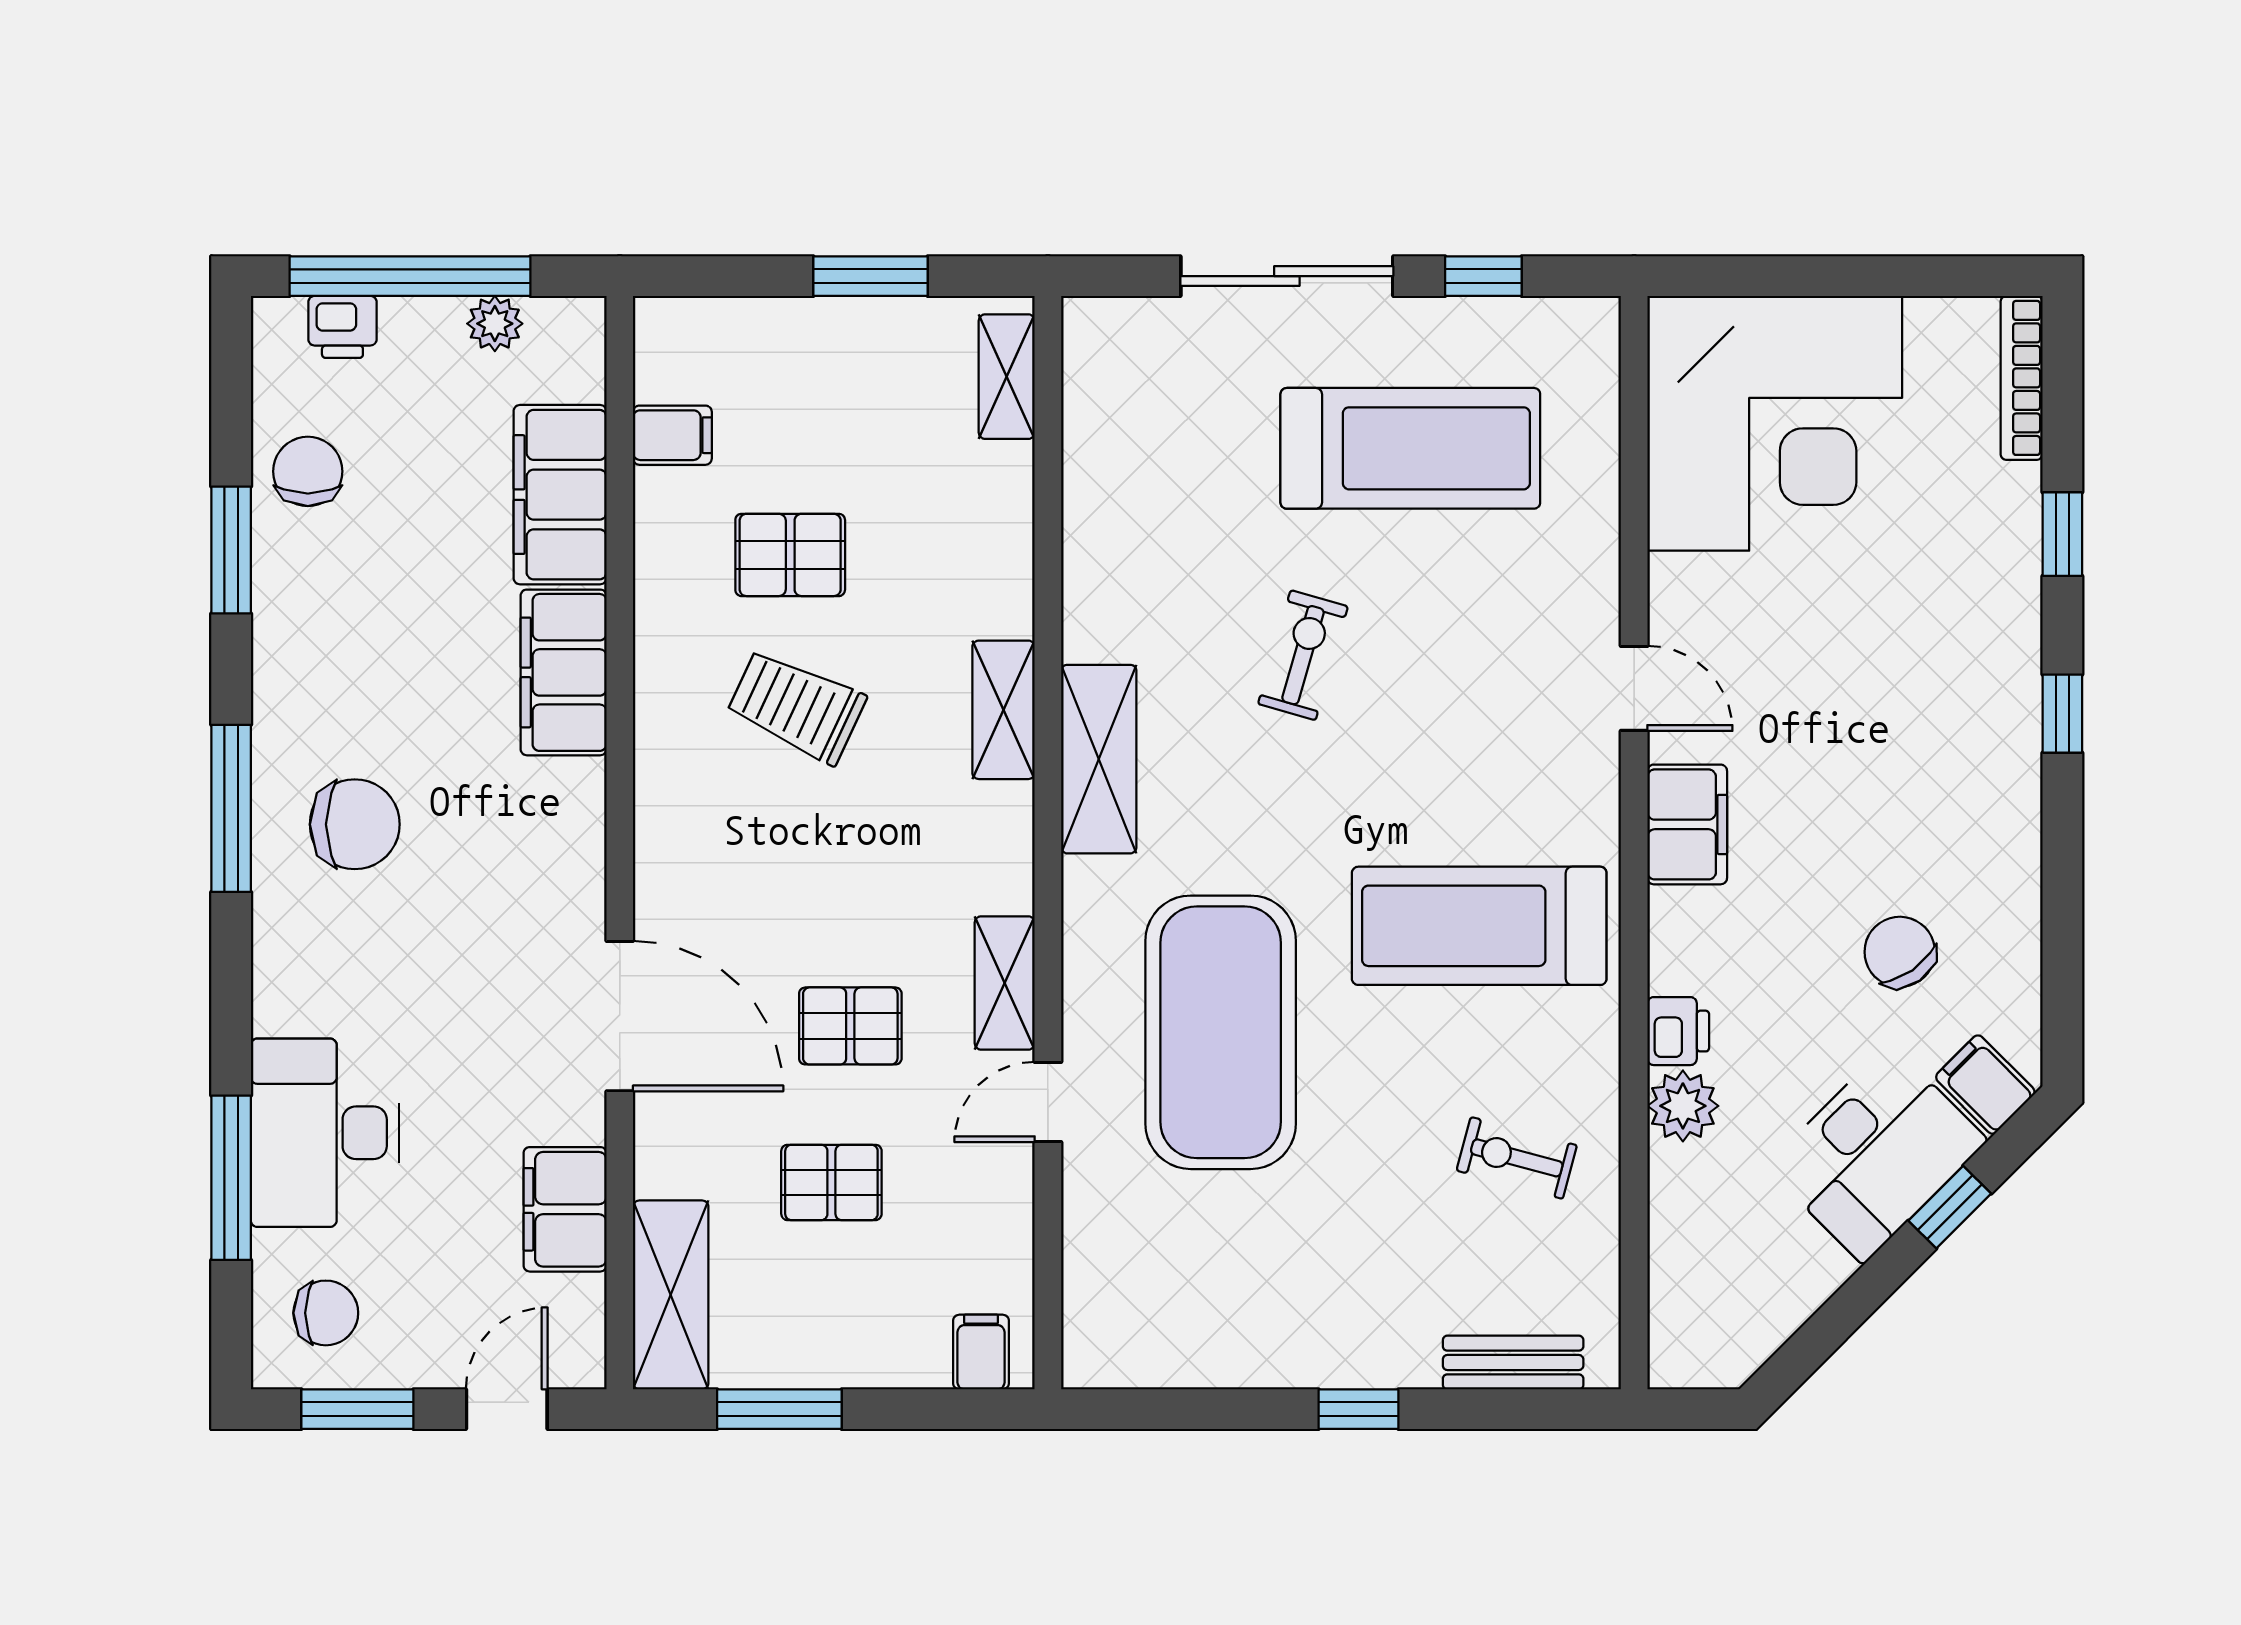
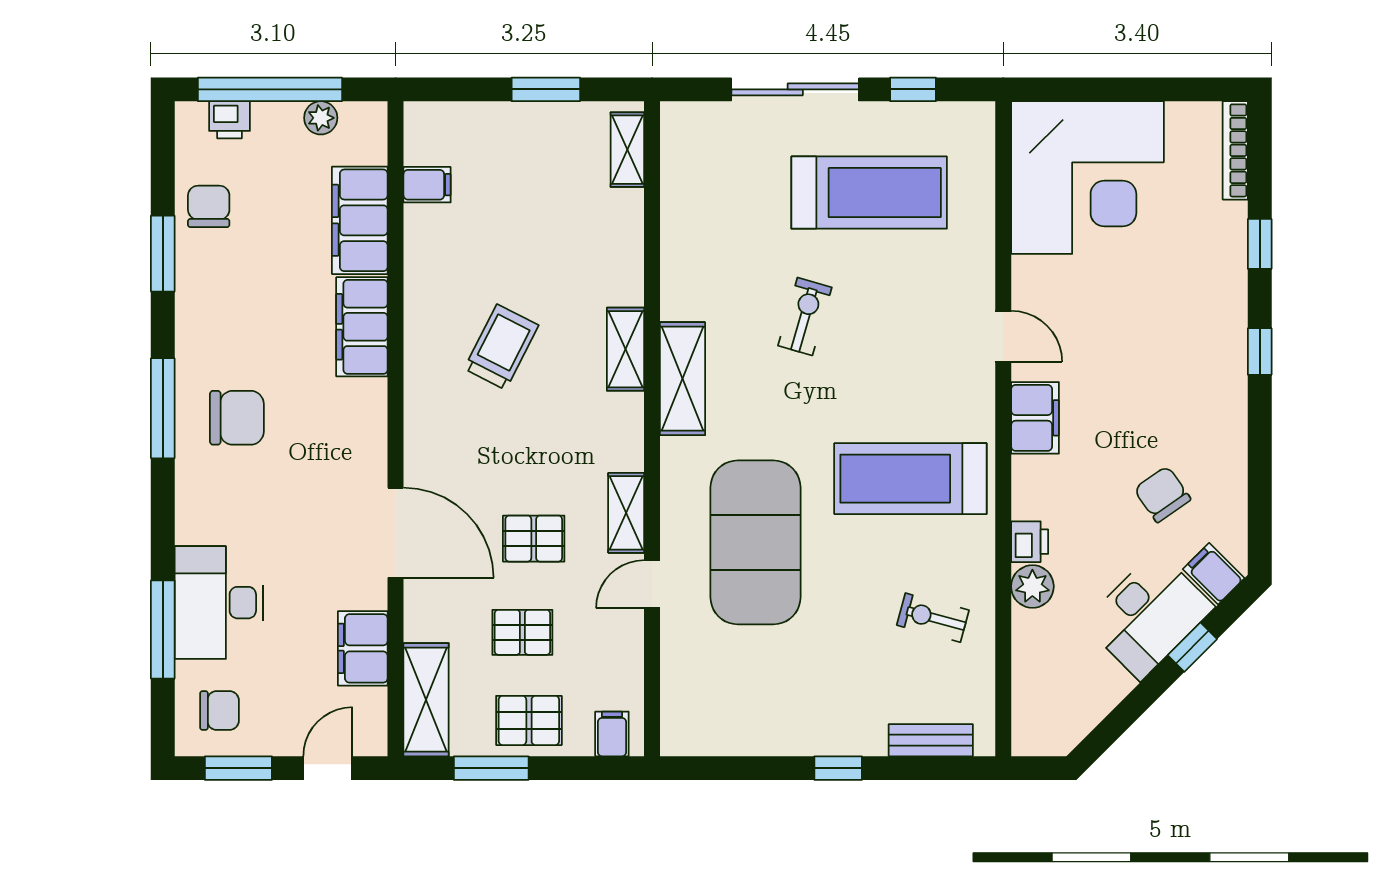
pallet: (790, 555) -> (529, 720), moved
trolley: (796, 706) -> (501, 347), turned 92

